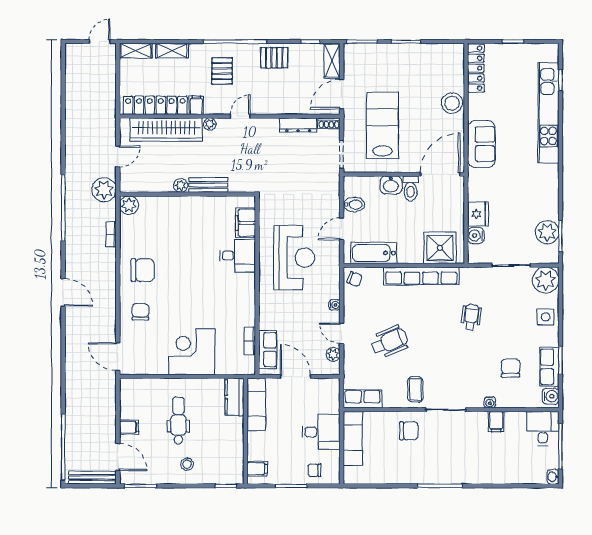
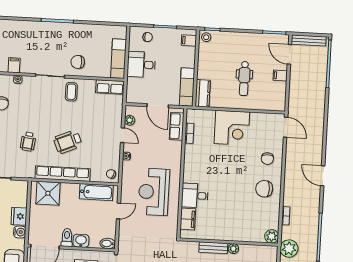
bidet: (354, 205) -> (108, 243), moved
water cooler: (476, 235) -> (20, 232), moved
wheelchair: (389, 342) -> (68, 142), moved
stool: (187, 464) -> (206, 37), moved

